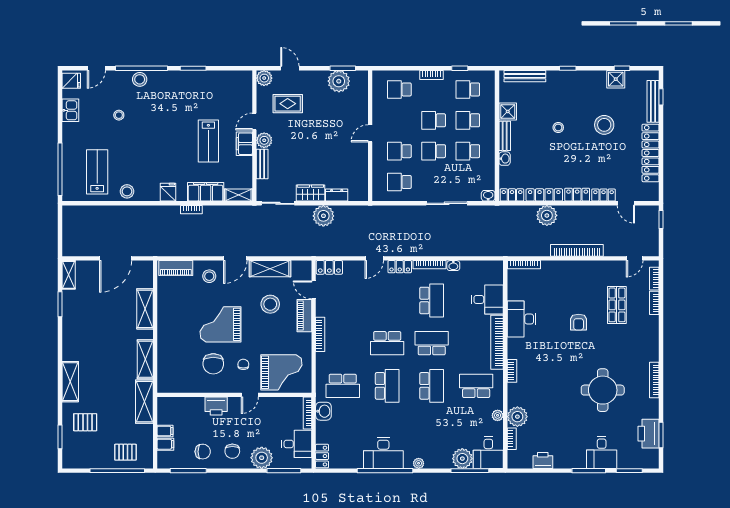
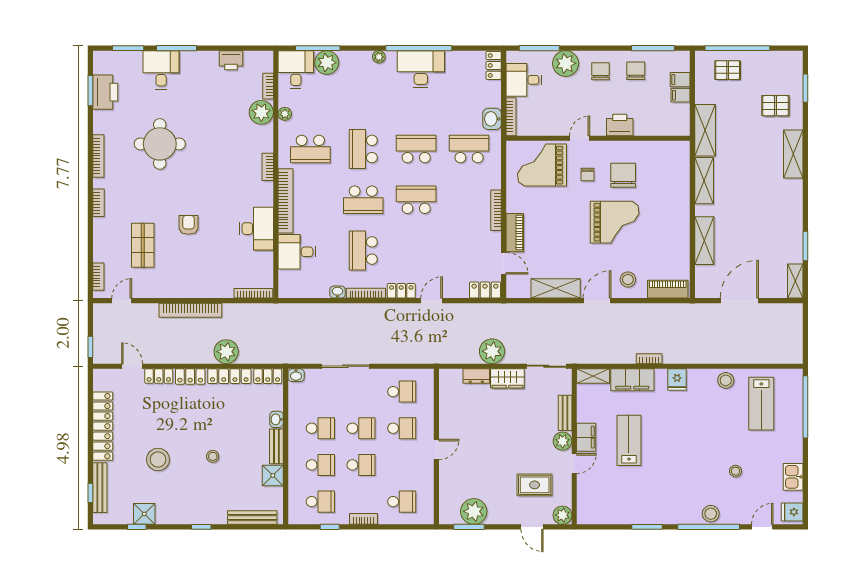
bookcase: (654, 303) -> (98, 203), moved
stool: (270, 304) -> (555, 246), removed
school desk: (387, 386) -> (416, 149), turned 90
chair: (203, 452) -> (636, 71), turned 90

